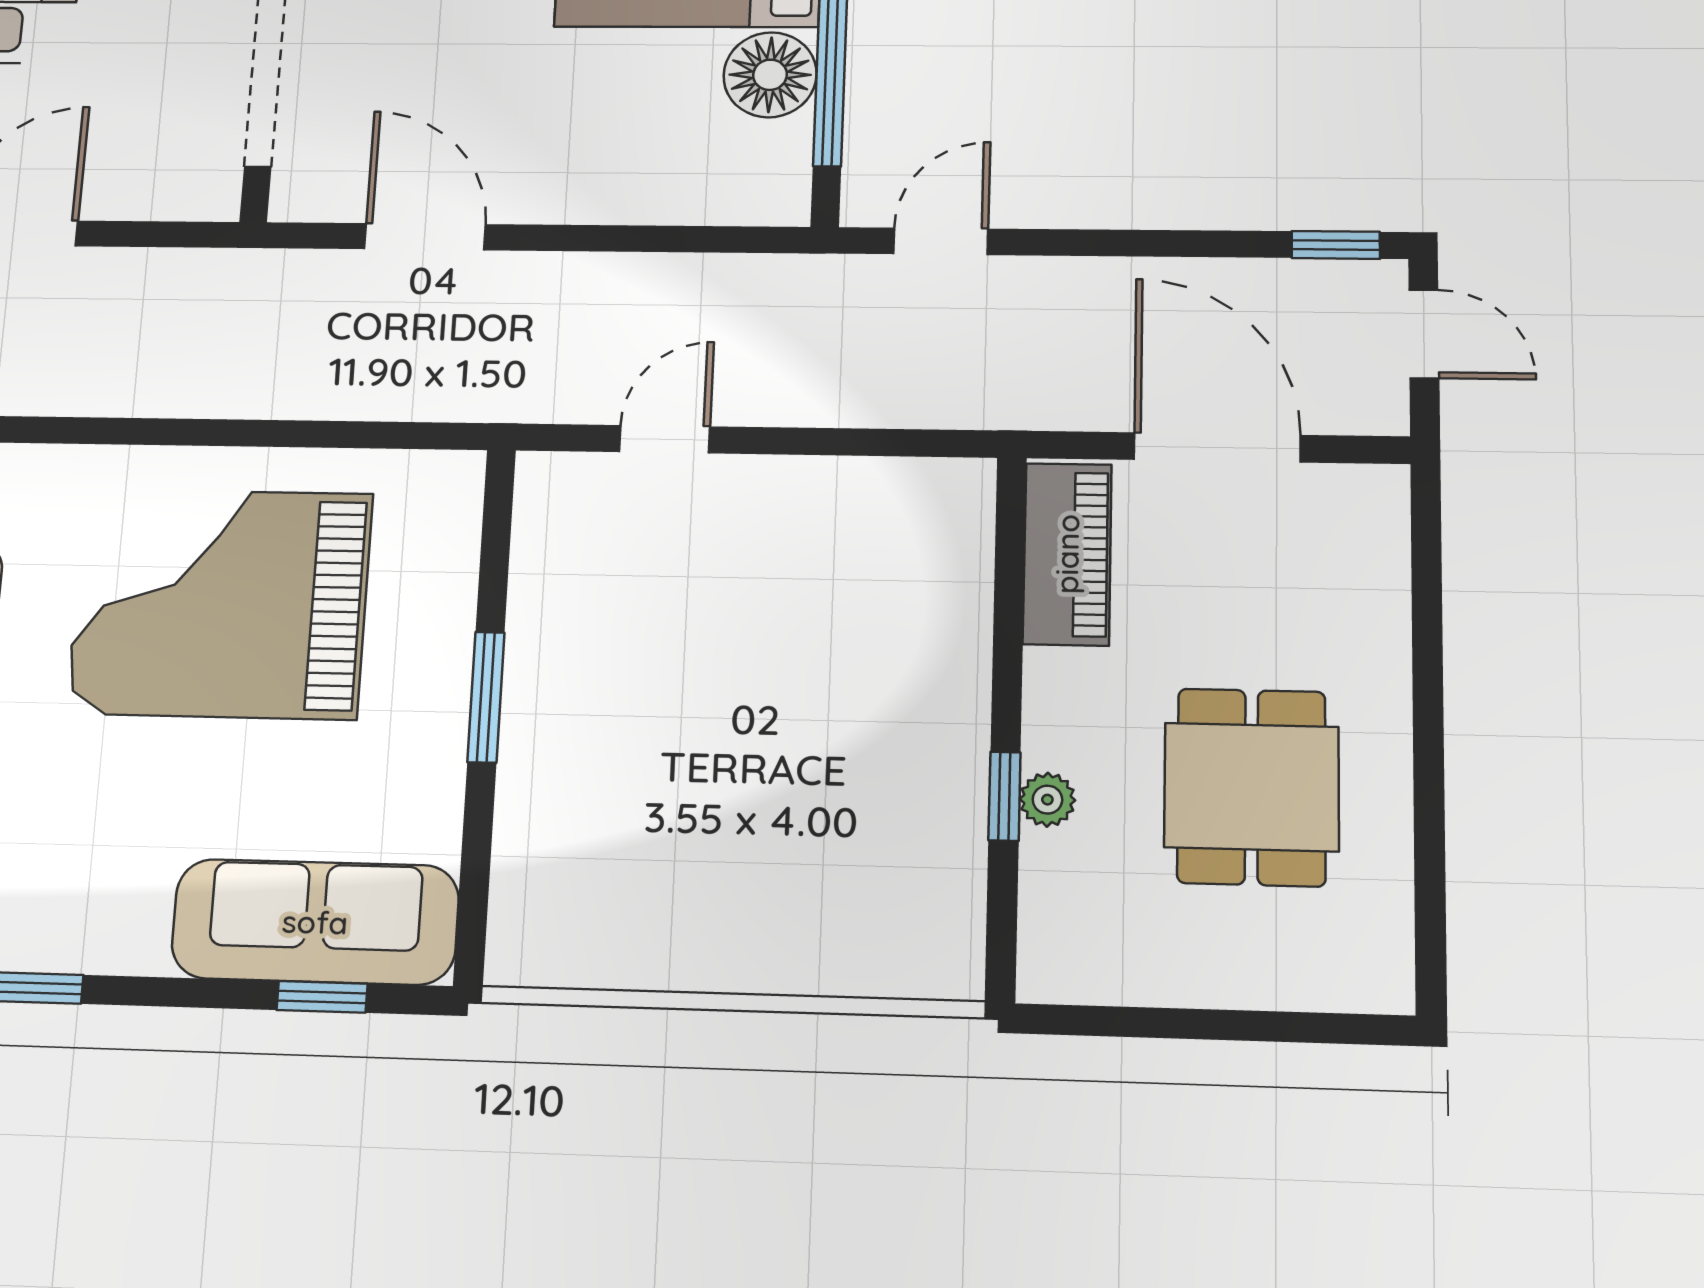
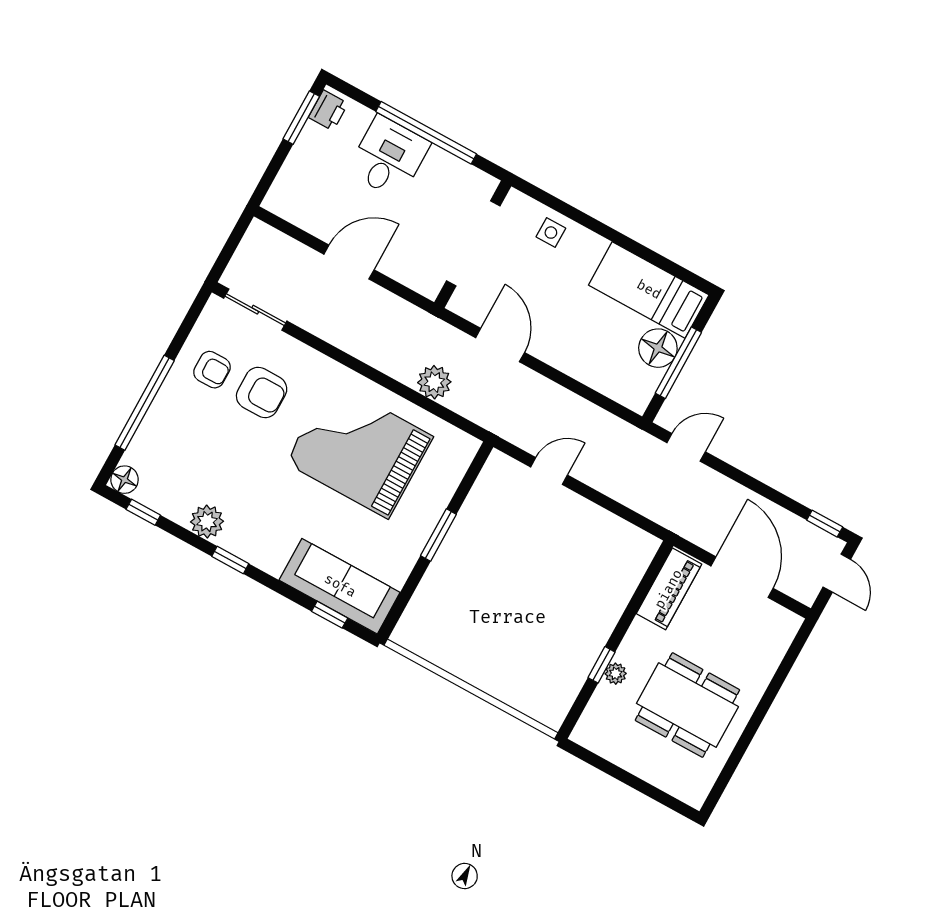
plant: (318, 382) -> (434, 382), added
dining table: (1251, 787) -> (687, 705), width x1.38

